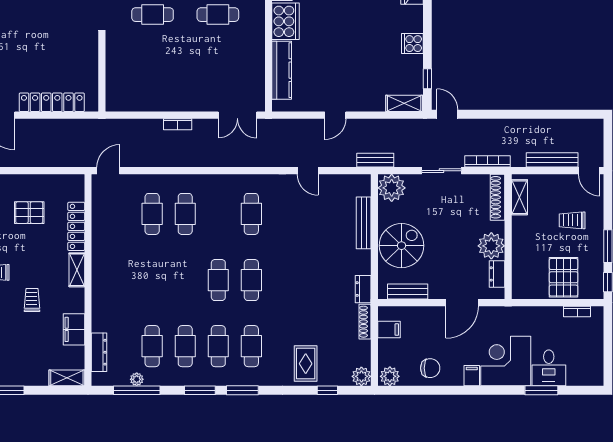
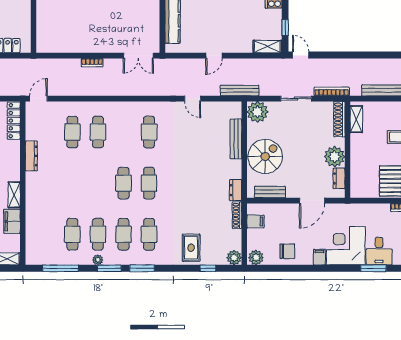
bench: (375, 160) -> (240, 90), width x1.36
locker: (76, 226) -> (14, 121), moved
shelving: (77, 270) -> (14, 195), moved
dresser: (99, 352) -> (31, 156), moved
plant: (137, 379) -> (98, 260), moved

